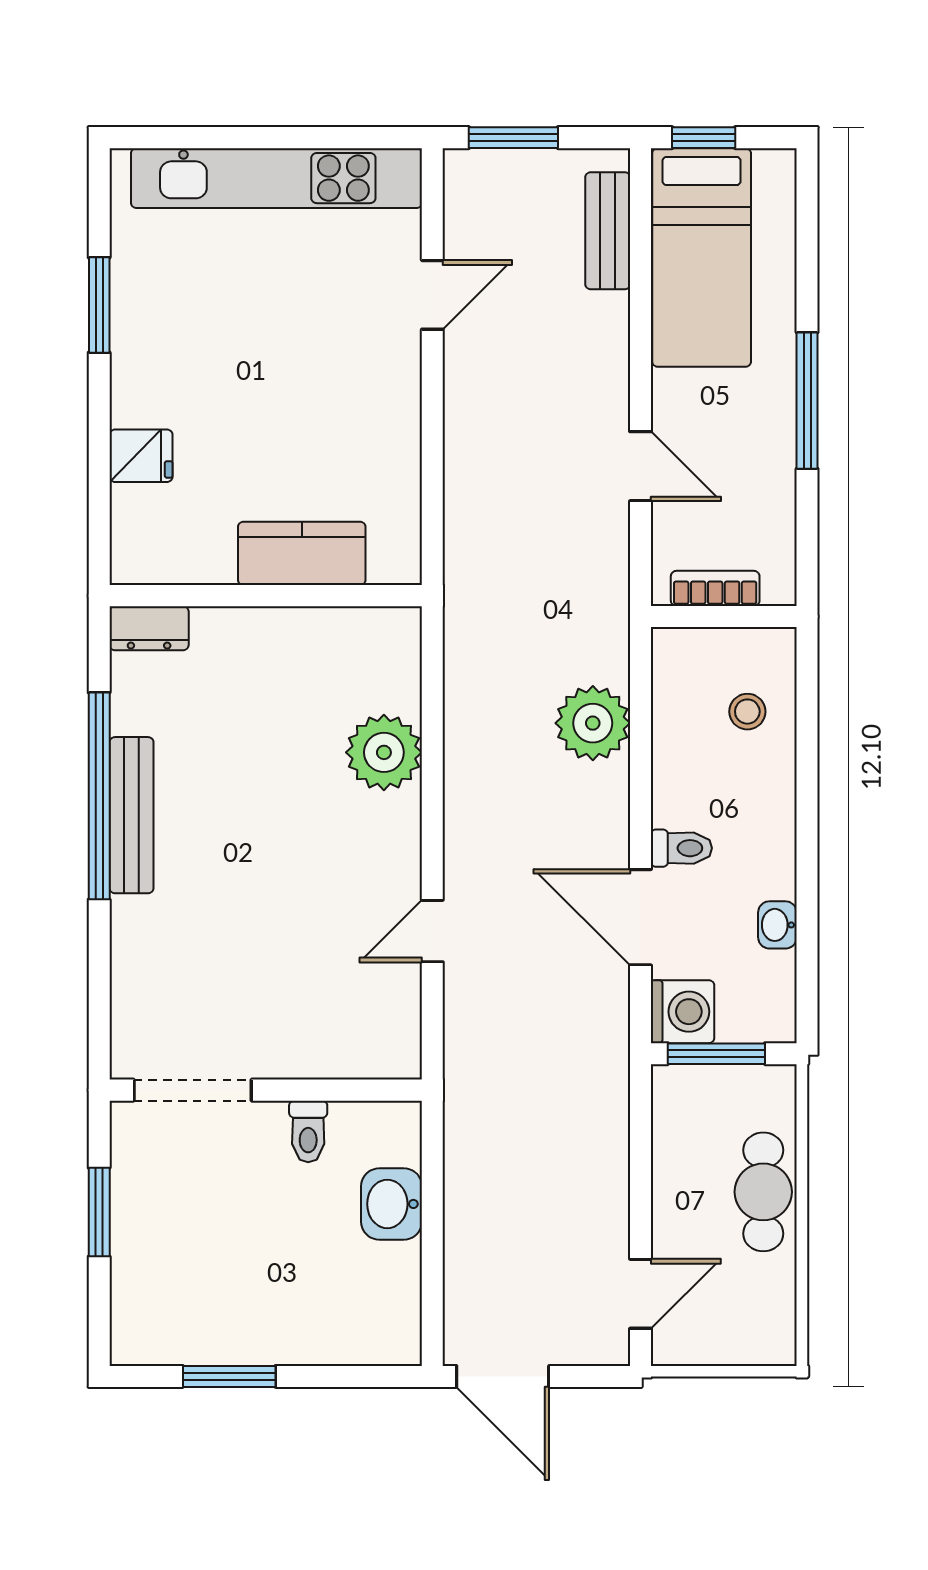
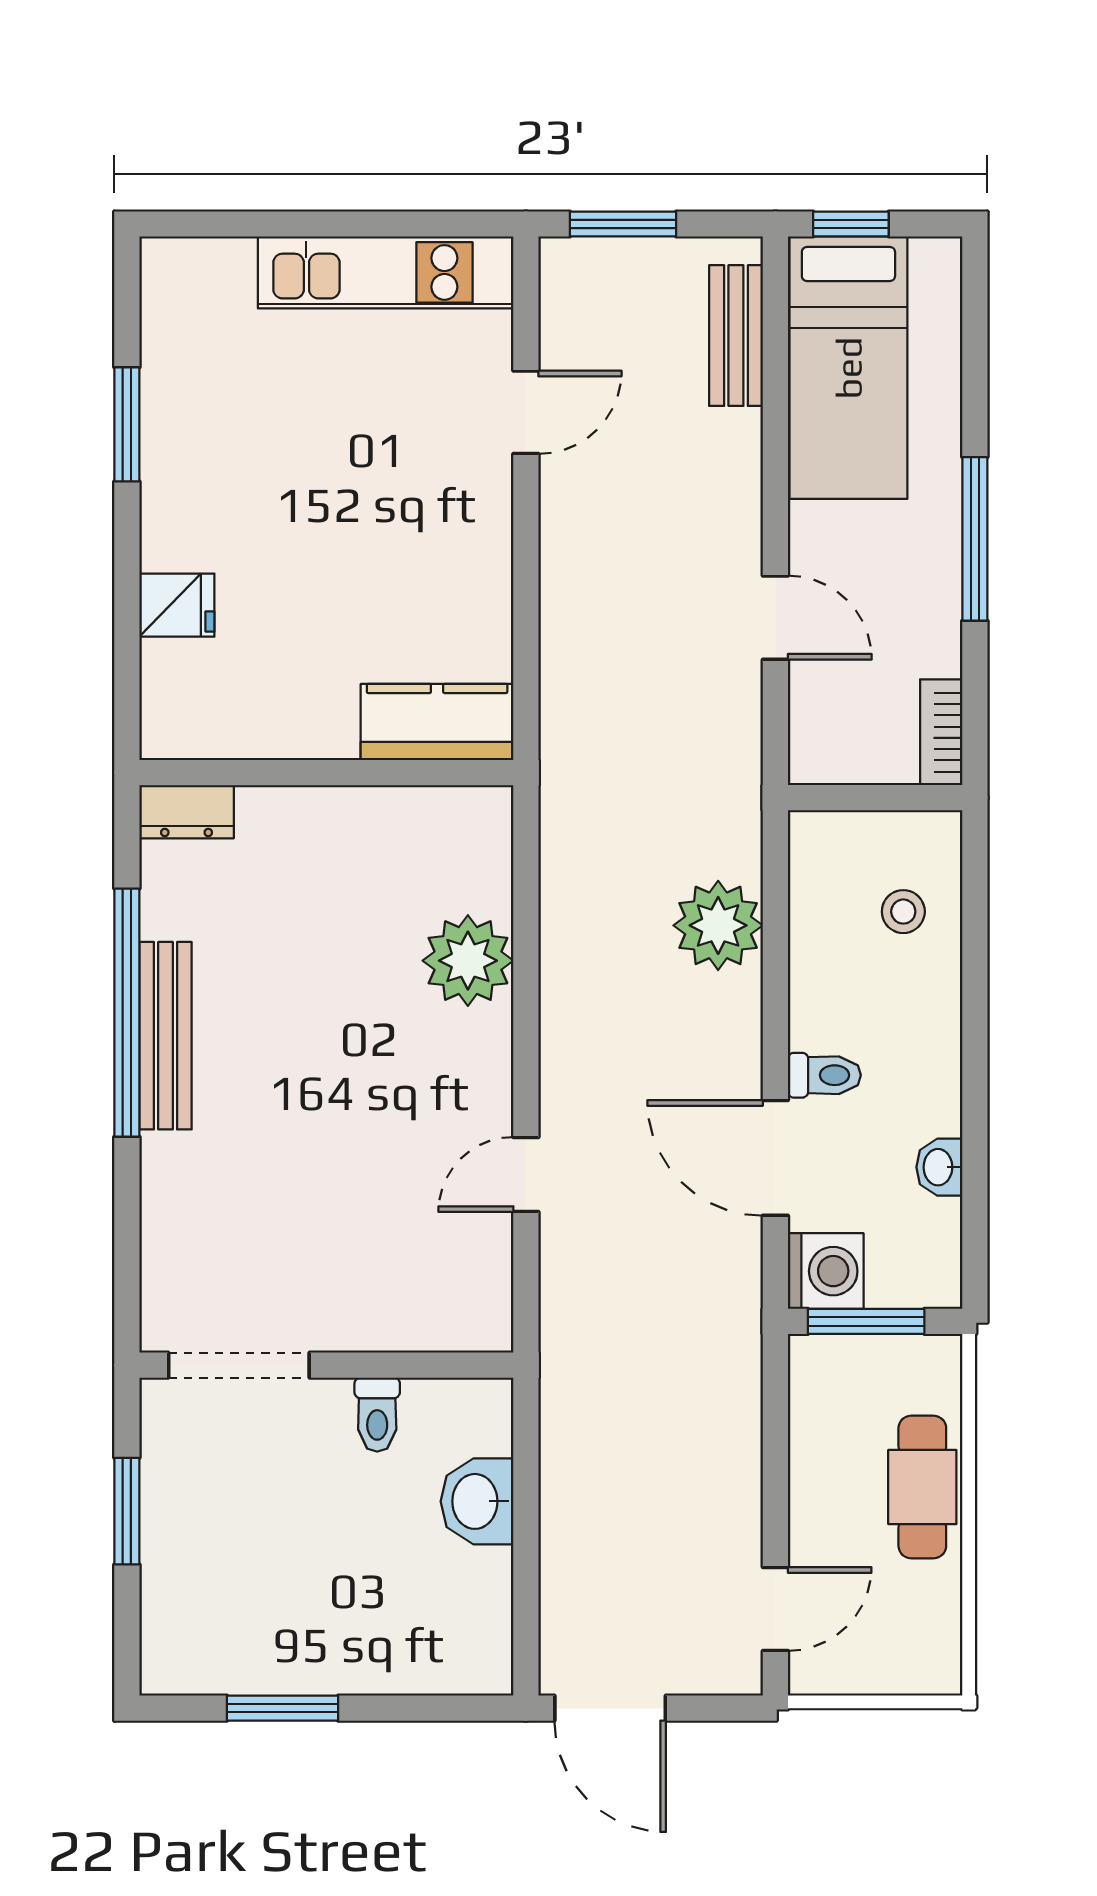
kitchen unit: (277, 178) -> (386, 272), width x0.73
kitchen counter: (302, 553) -> (437, 722), moved
bookcase: (715, 588) -> (941, 732), moved, turned -90

